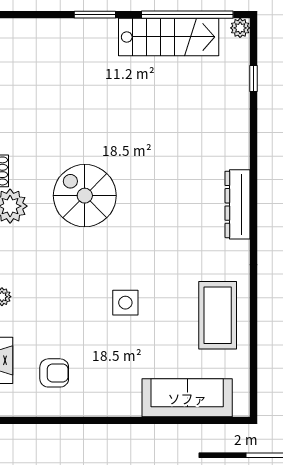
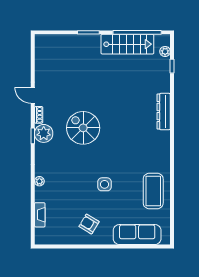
plant: (240, 28) -> (165, 51), moved
dresser: (238, 204) -> (164, 112), moved
armchair: (54, 373) -> (89, 224), moved, turned -149

